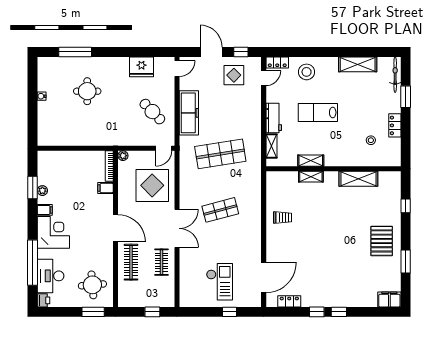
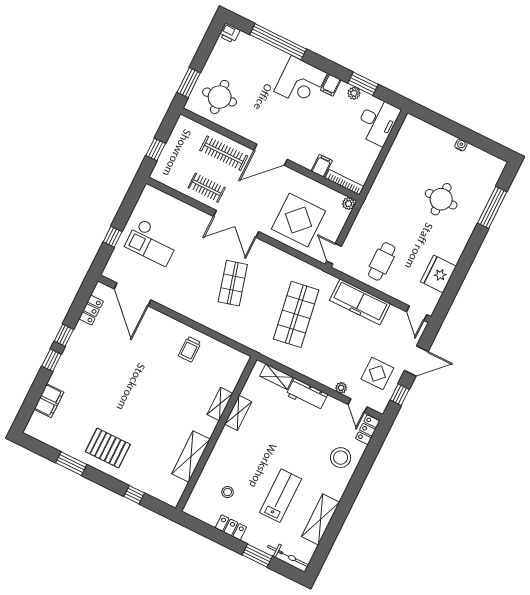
plant: (257, 96) -> (341, 388), added
cafe table: (152, 112) -> (382, 261), turned -46
lab bench: (318, 112) -> (281, 496), moved
desk: (51, 276) -> (378, 121), moved, turned 90
filing cabinet: (389, 299) -> (49, 401), moved

